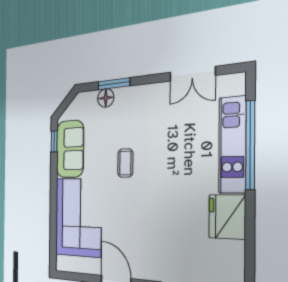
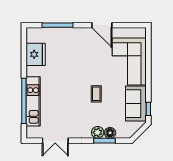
double door: (192, 74) -> (55, 141), swing flipped
plant: (124, 97) -> (98, 132), added
fridge: (227, 217) -> (36, 54), moved

